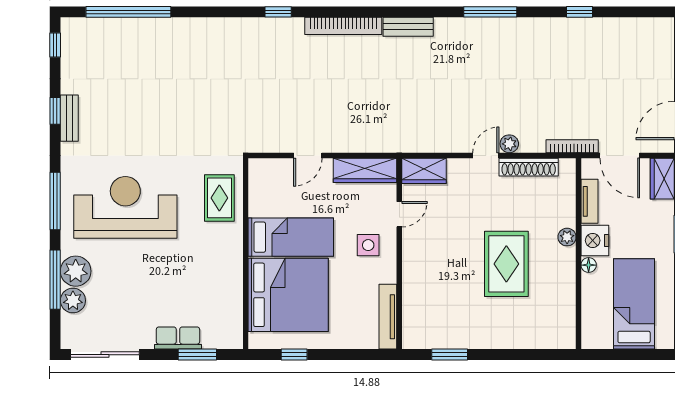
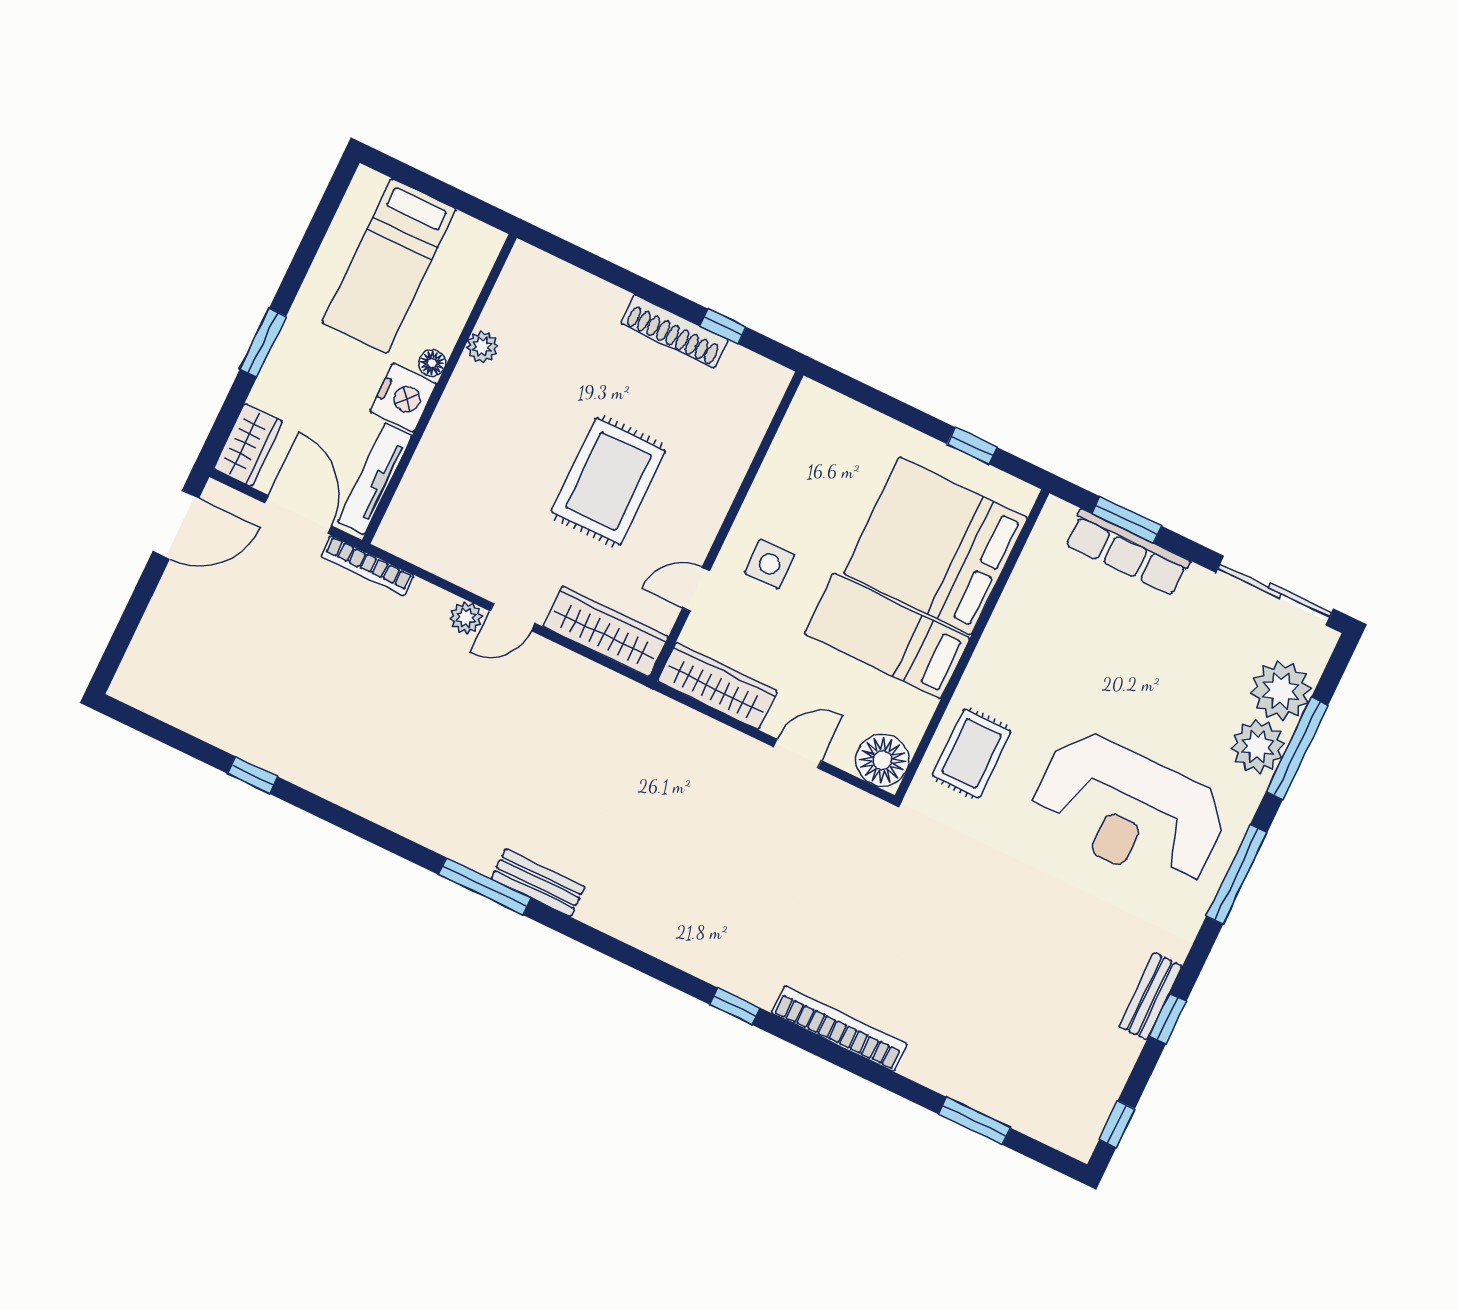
window: (128, 12) -> (974, 1121), width x0.47
window: (490, 12) -> (484, 886), moved
bookcase: (343, 26) -> (839, 1029), moved
shoe rack: (529, 167) -> (674, 331), moved, turned 180
wardrobe: (424, 171) -> (606, 631), width x1.50
floor lamp: (263, 173) -> (882, 760), added
tv unit: (590, 201) -> (375, 479), width x1.41
plant: (567, 237) -> (482, 347), moved
rug: (506, 264) -> (608, 481), moved
plant: (73, 301) -> (1281, 691), width x1.36, depth x1.36
tv unit: (388, 317) -> (793, 434), removed
row of seats: (178, 338) -> (1127, 552), width x1.48
window: (450, 355) -> (723, 326), width x0.67

